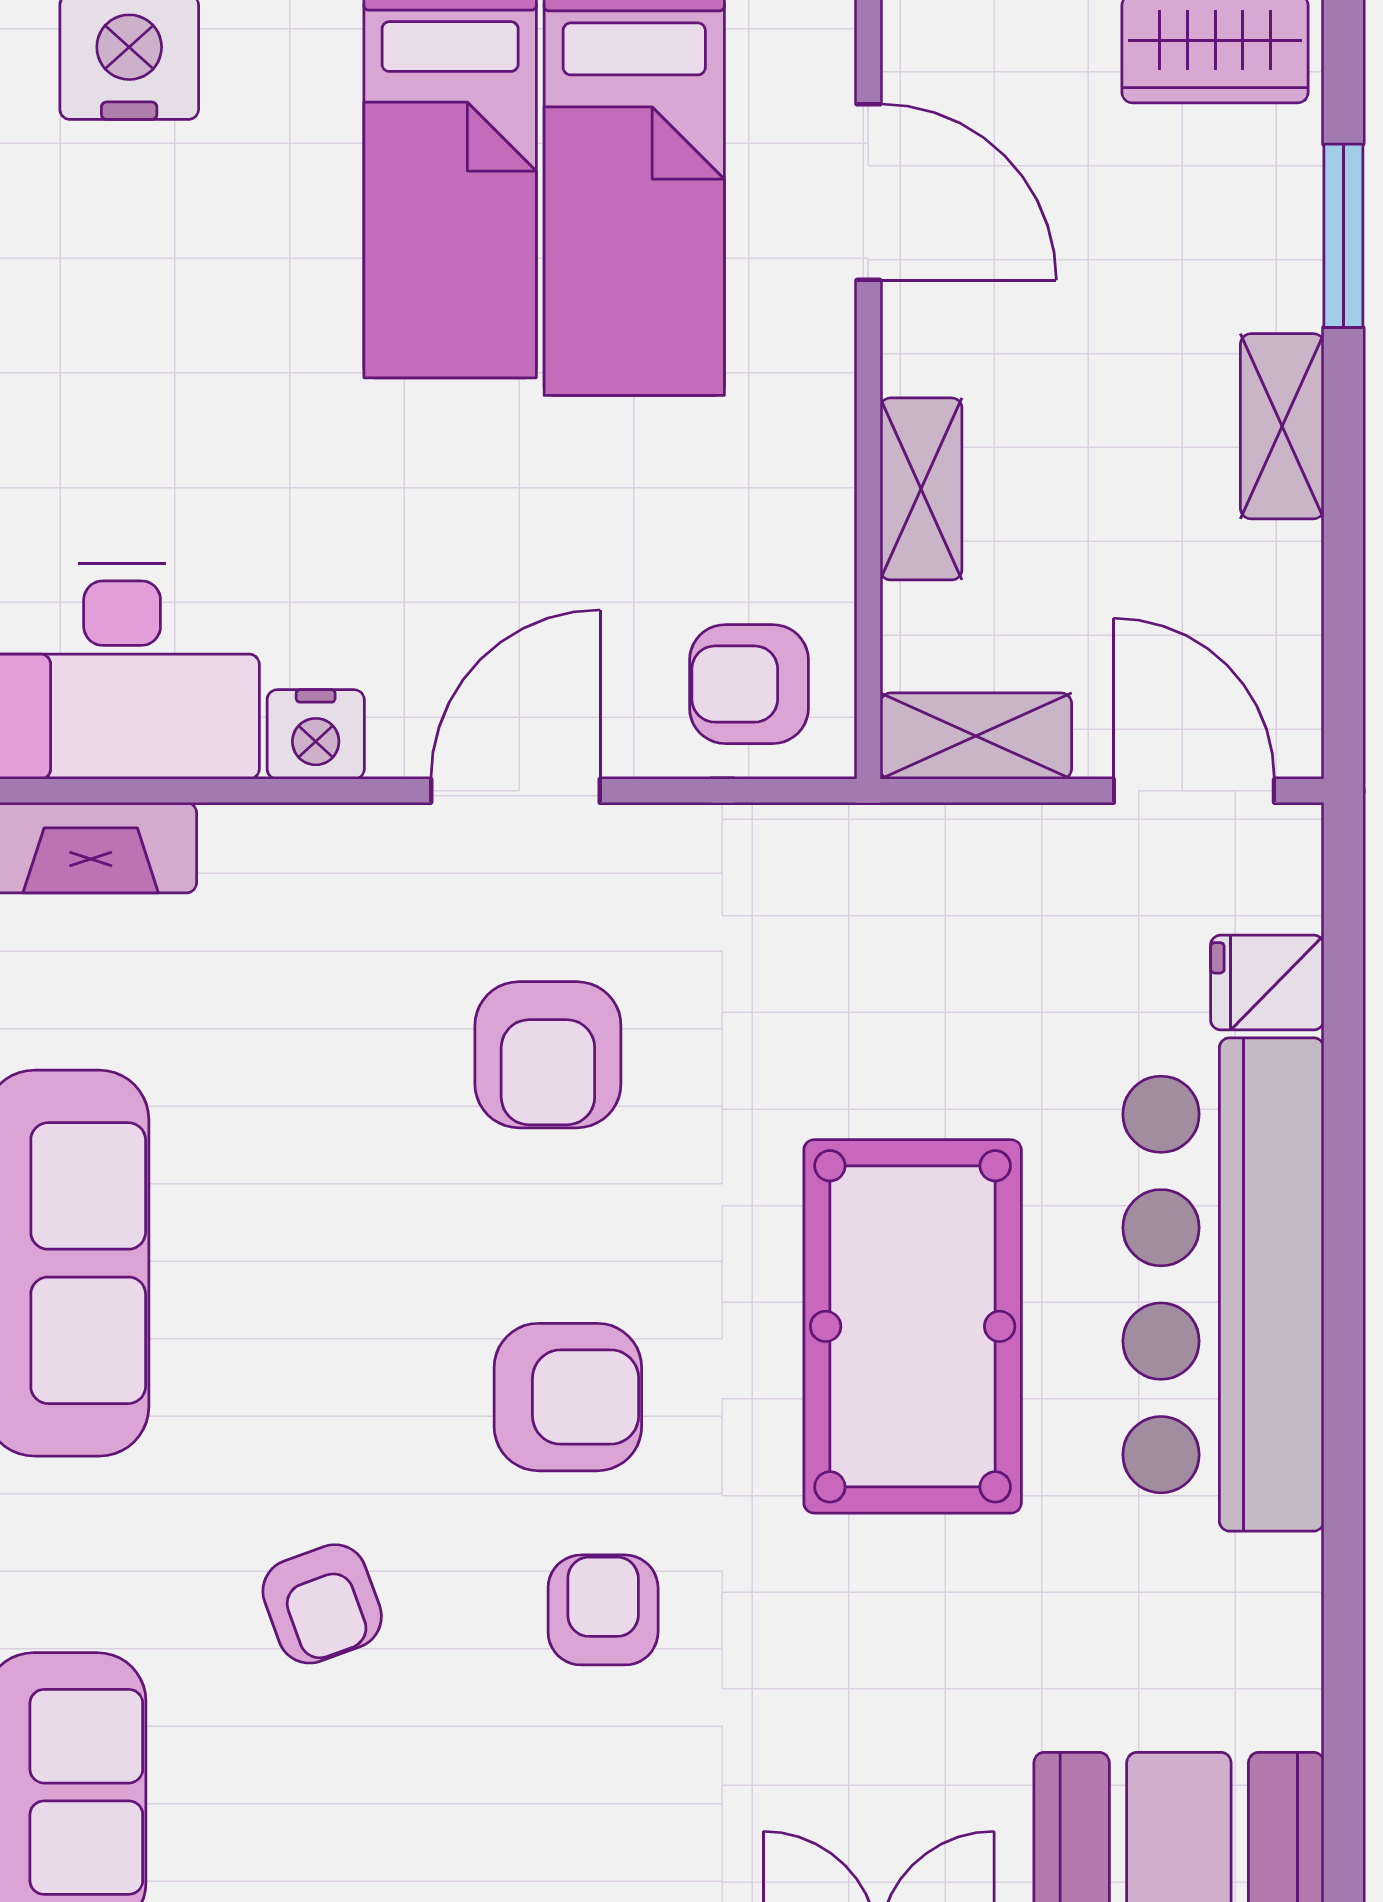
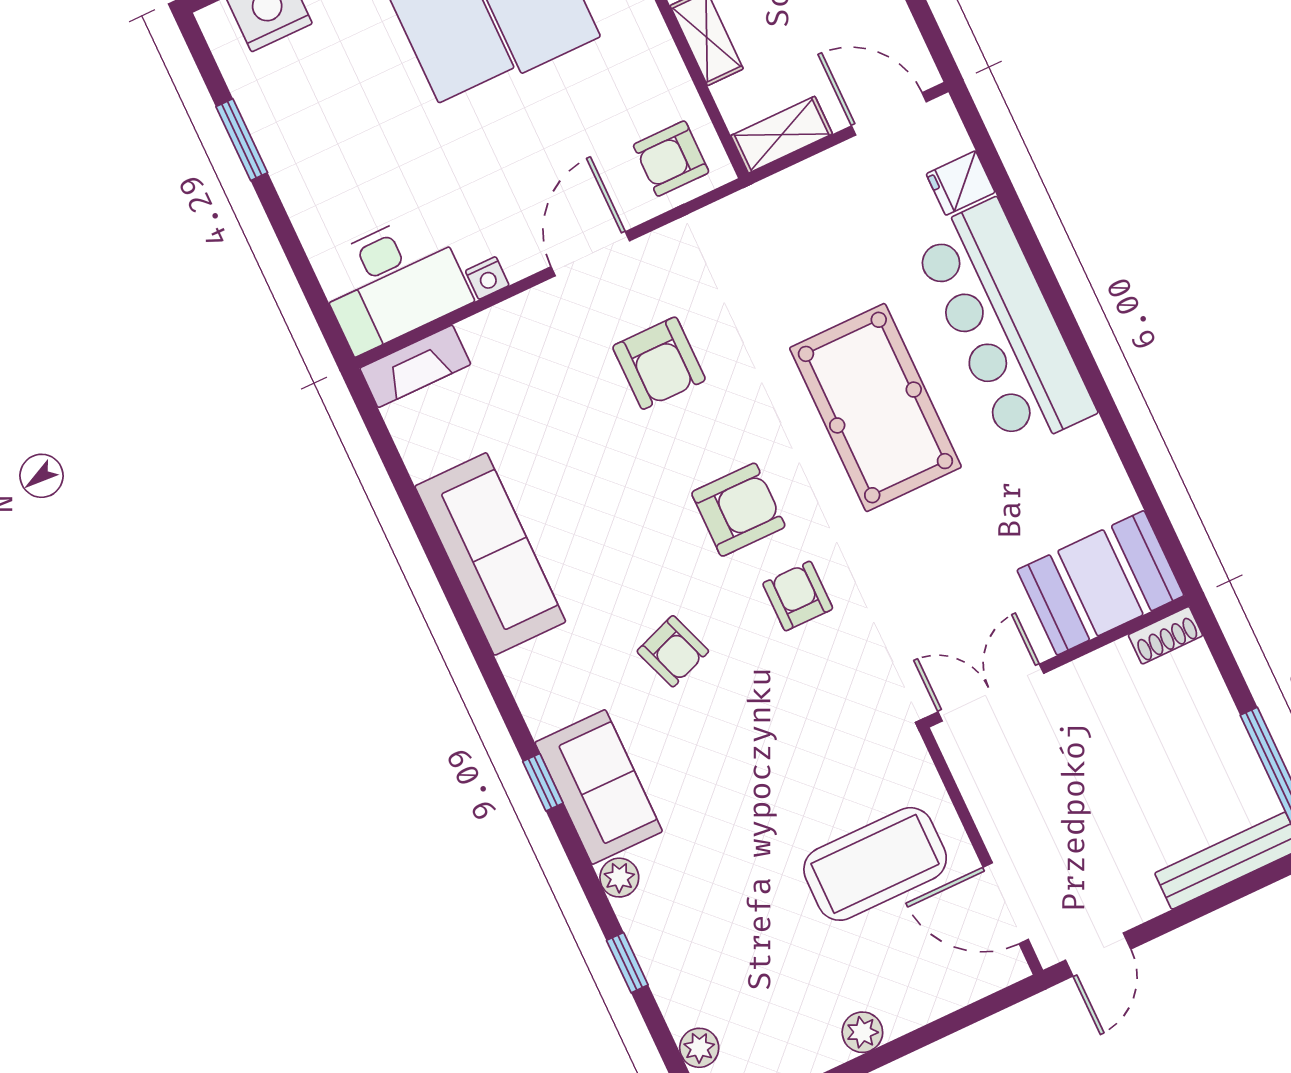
nightstand: (316, 734) -> (487, 278), width x0.72, depth x0.74

